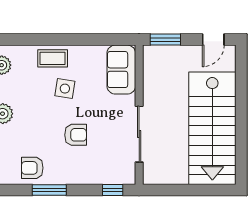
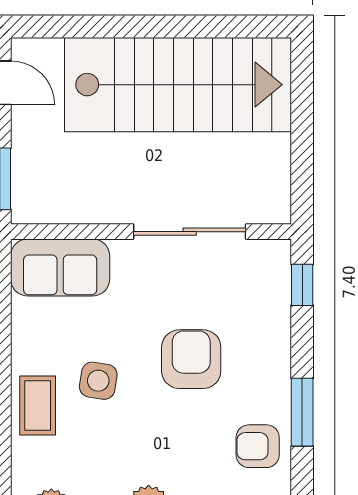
armchair: (76, 135) -> (191, 359), width x1.38, depth x1.38
armchair: (32, 168) -> (258, 446), turned 90

